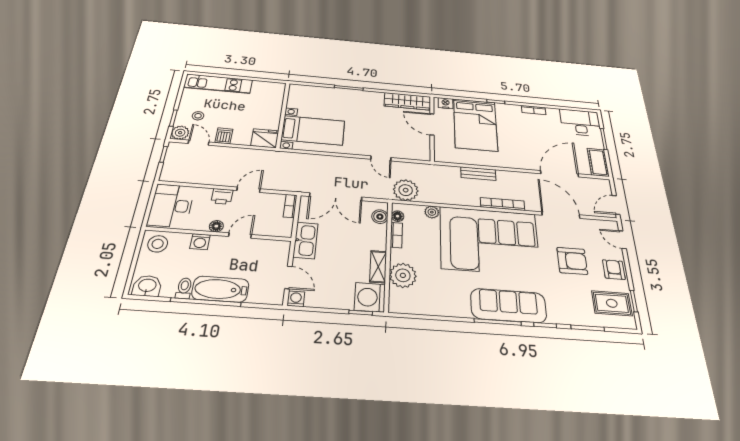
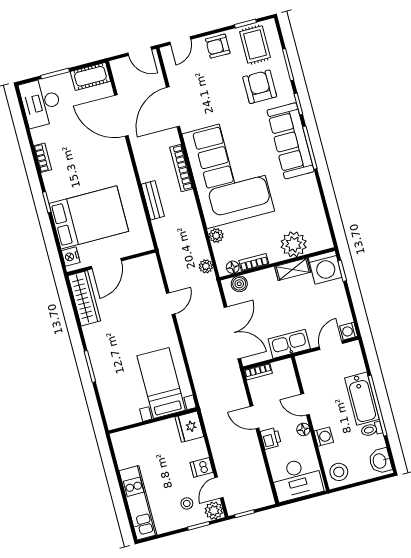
plant: (406, 190) -> (206, 266), width x0.53, depth x0.53
armchair: (572, 261) -> (260, 87), moved

